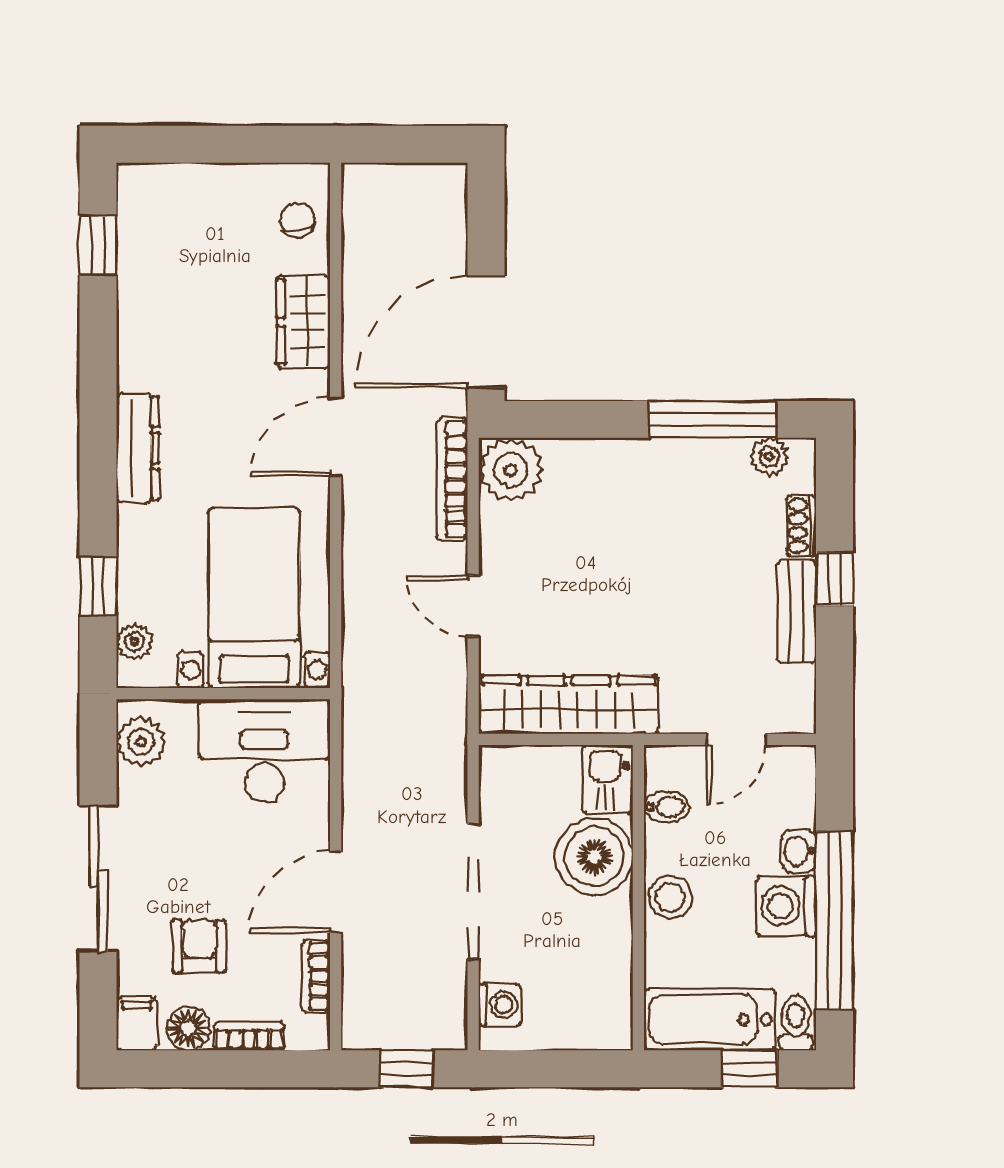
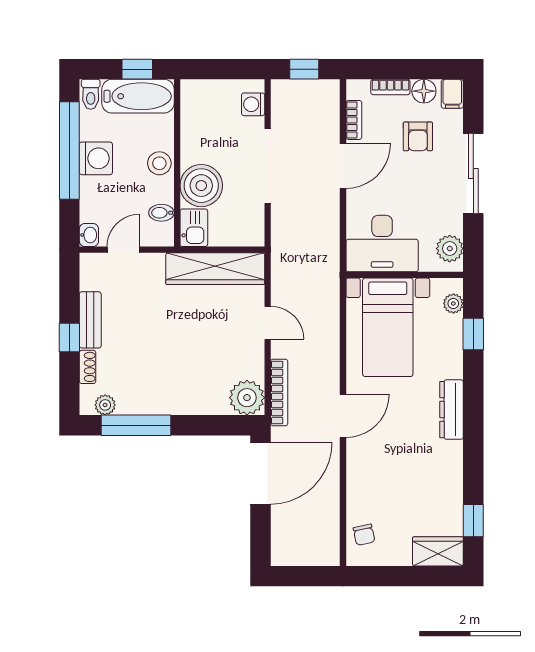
wardrobe: (303, 322) -> (438, 551), moved, turned -90
washbasin: (799, 851) -> (89, 235), moved
window: (749, 1069) -> (137, 69), moved

